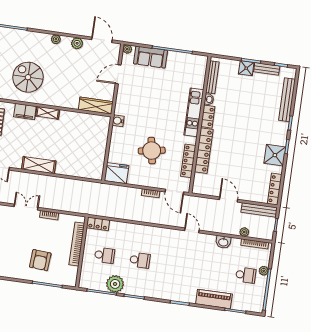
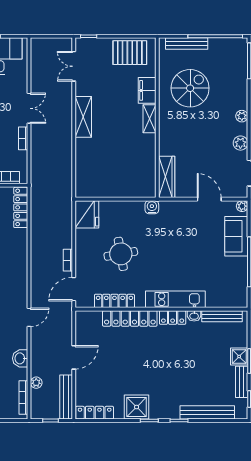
locker: (98, 224) -> (21, 207), width x1.53

